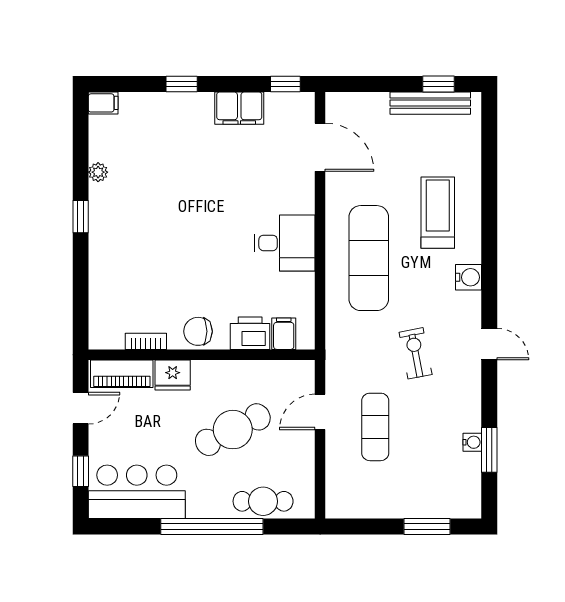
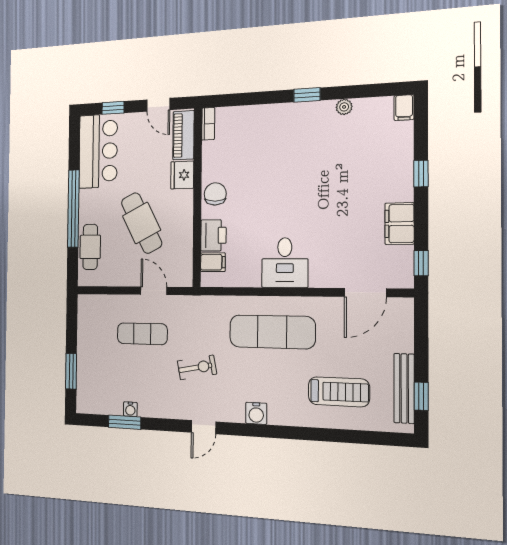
treadmill: (438, 213) -> (339, 392), moved
bookcase: (146, 341) -> (208, 124), moved

